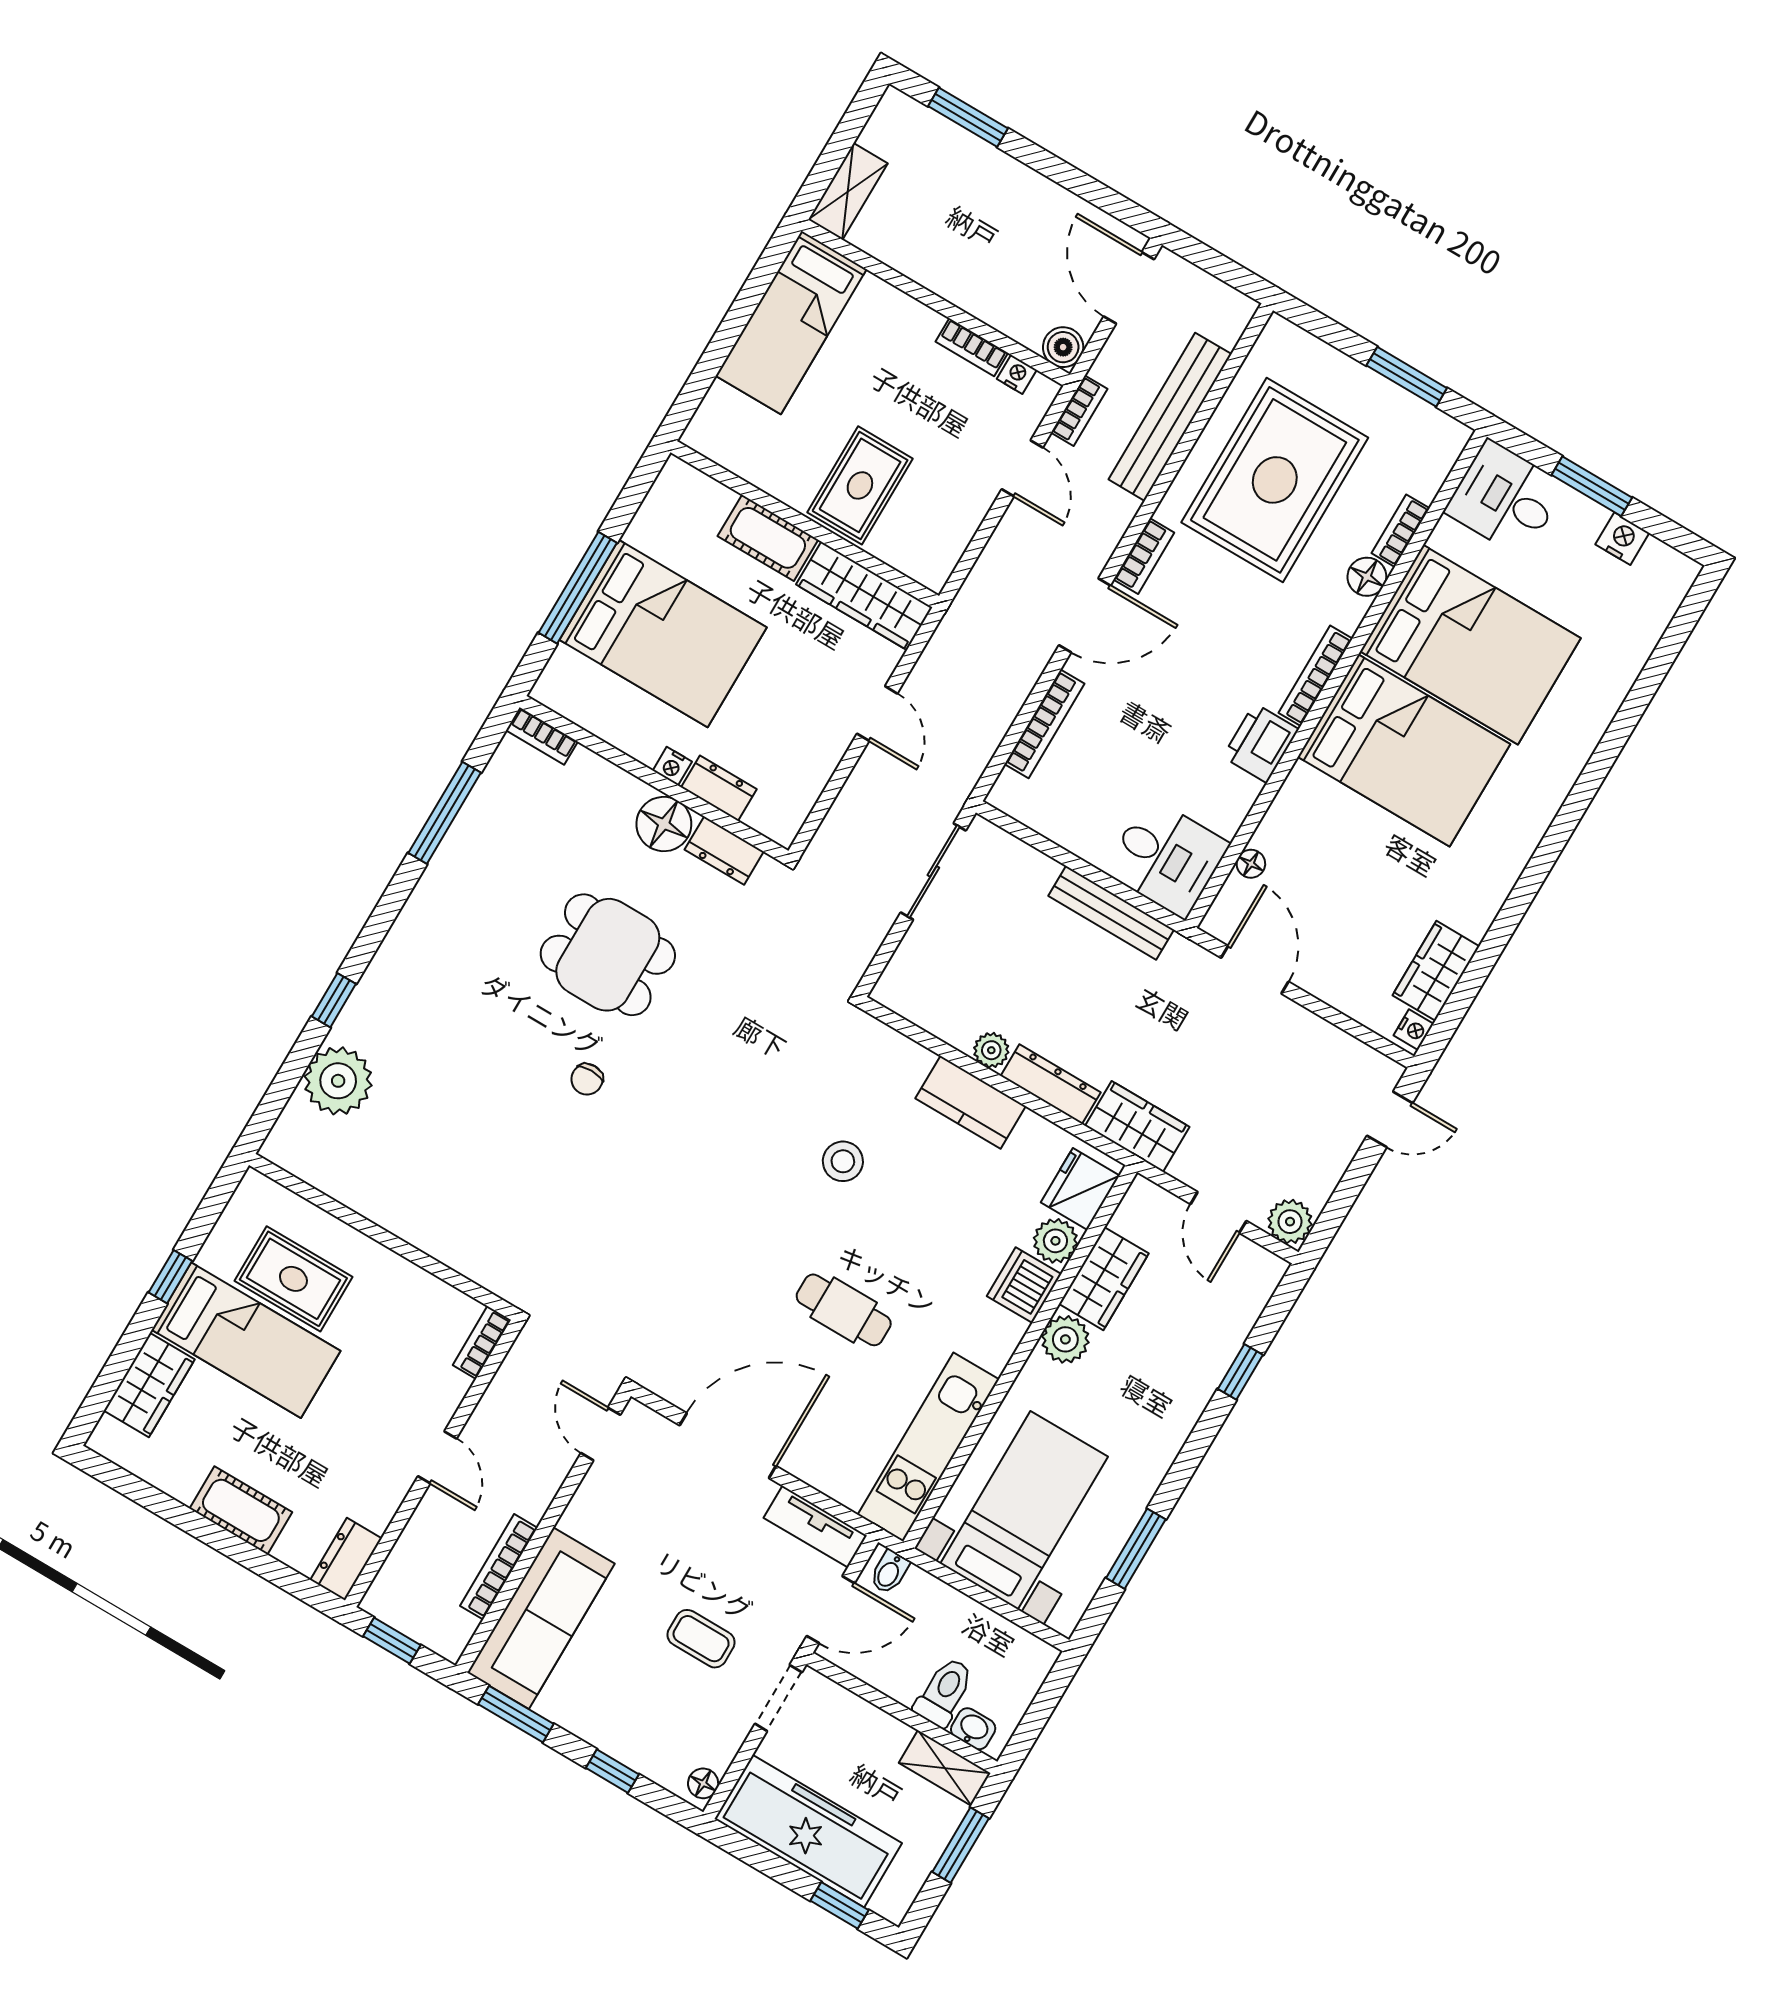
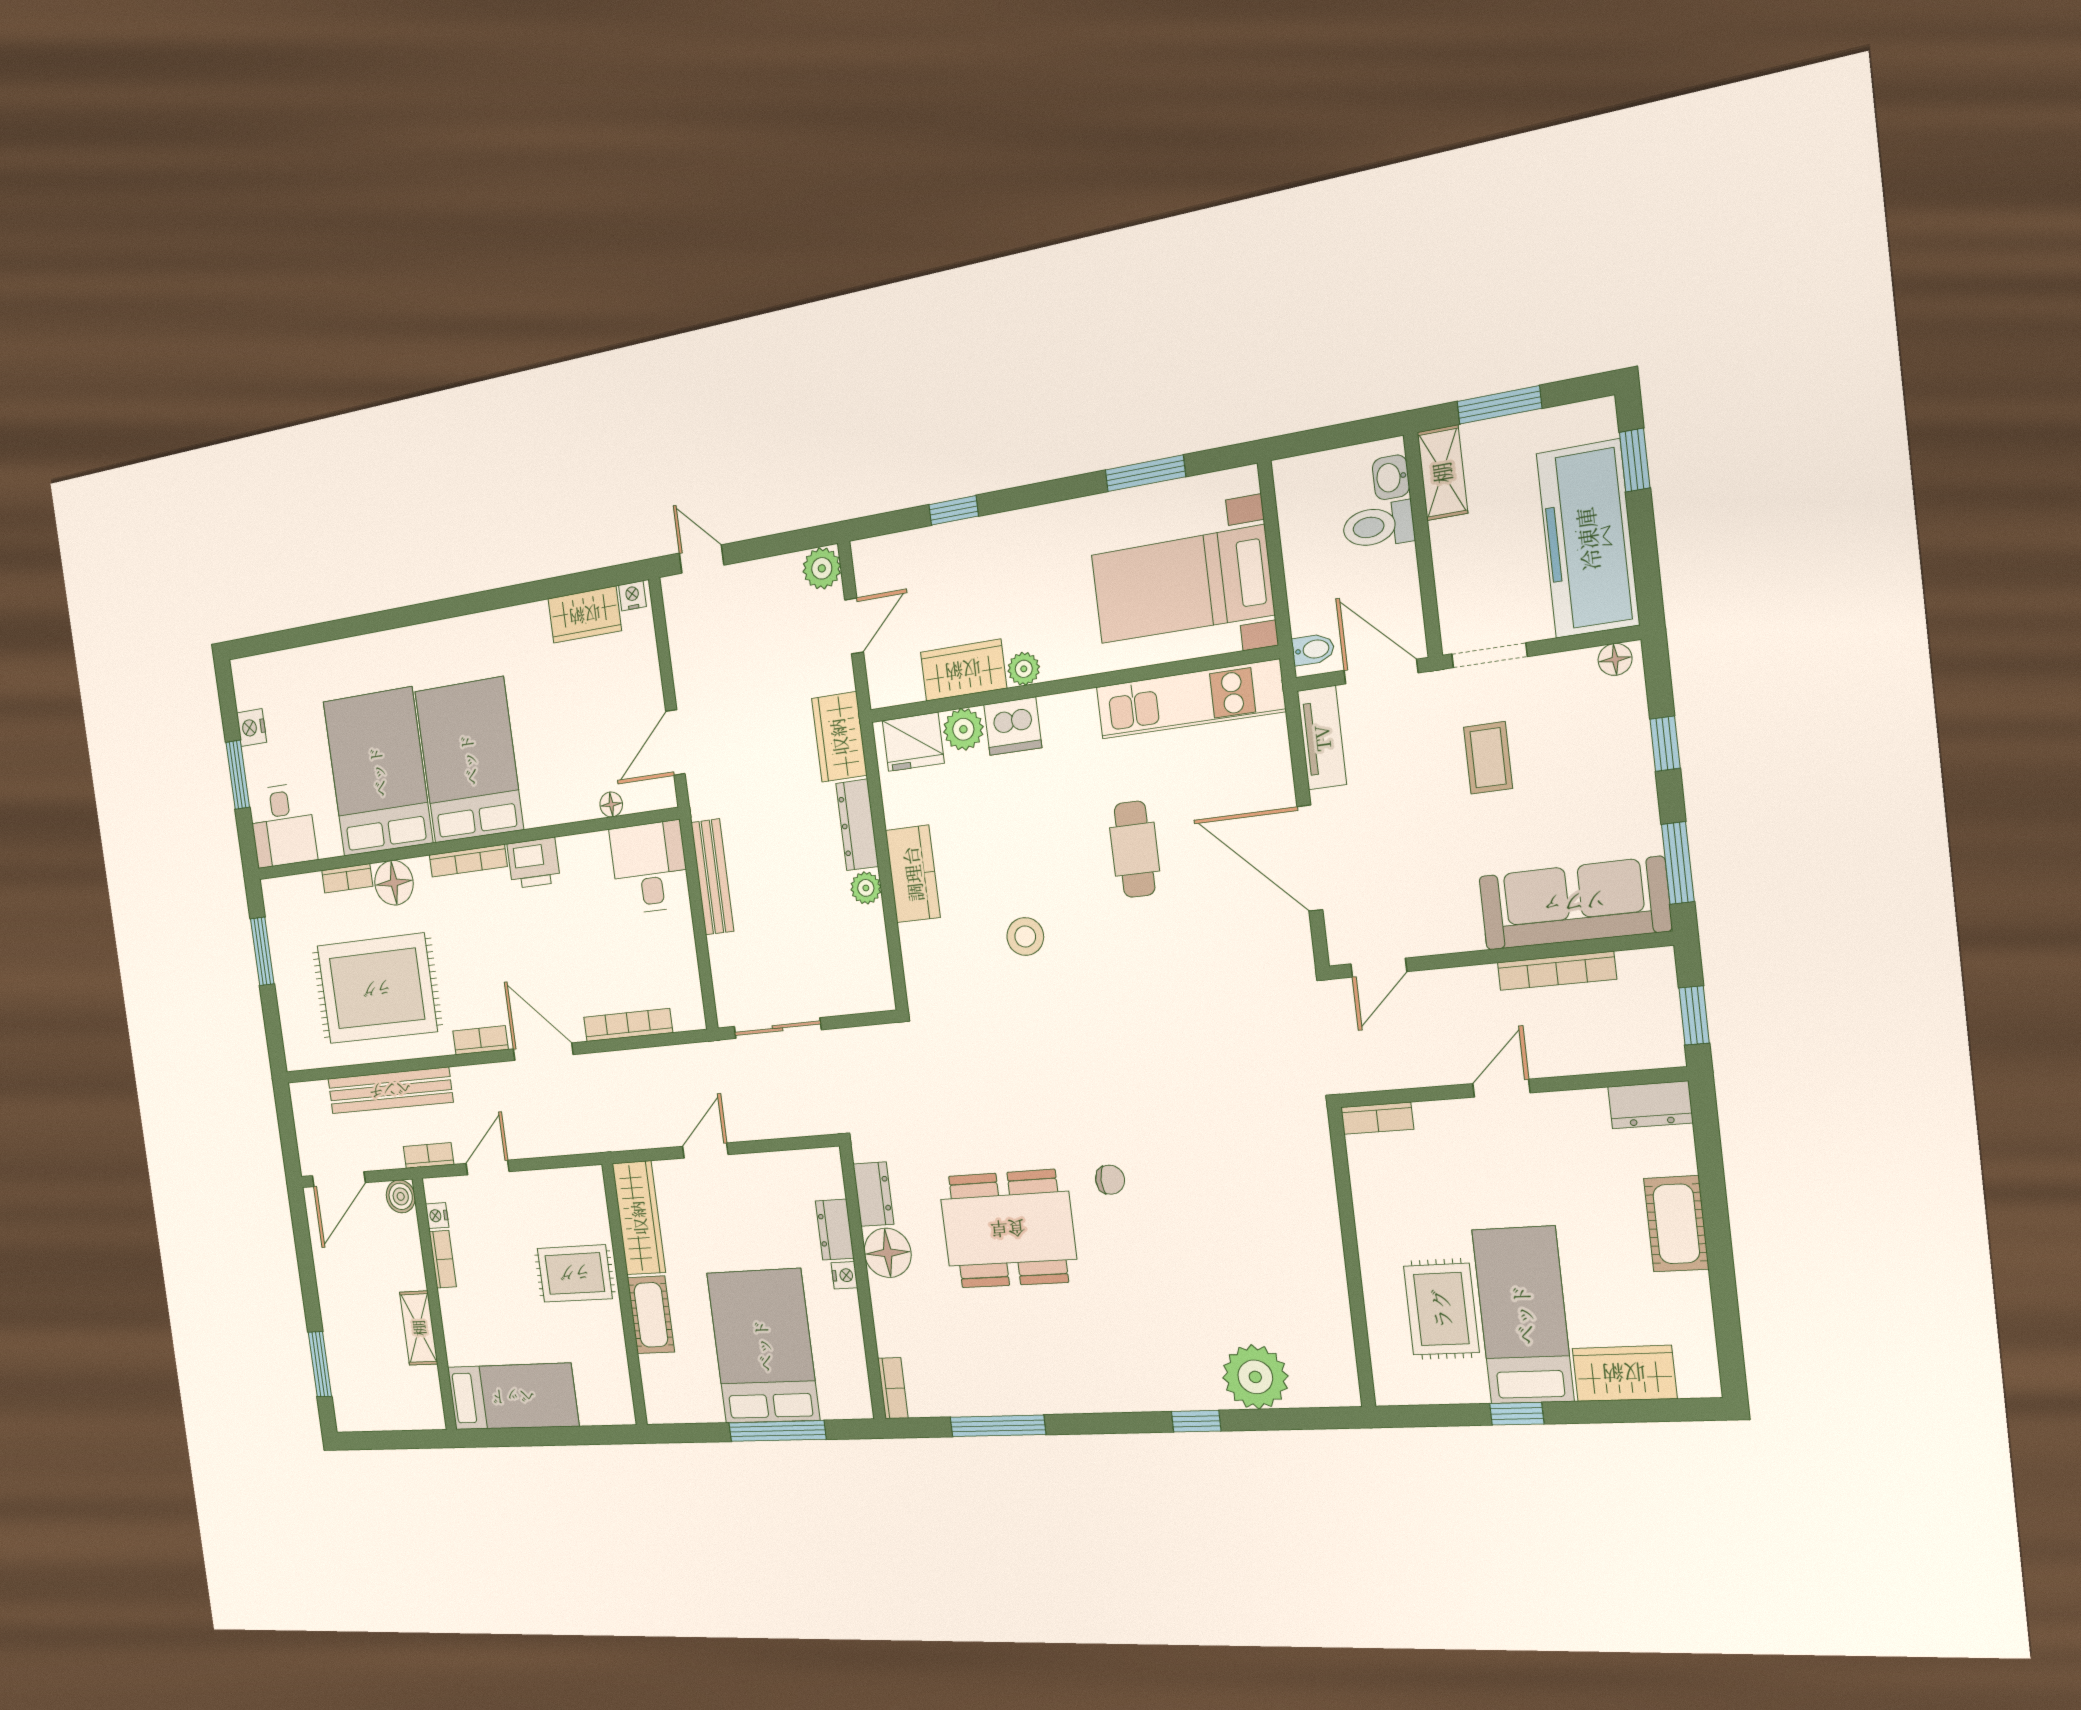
shelving: (848, 191) -> (419, 1328), moved, turned 90
floor lamp: (1367, 577) -> (394, 883), width x1.38, depth x1.38
dining table: (608, 955) -> (1008, 1229), width x1.38
plant: (1065, 1339) -> (1024, 669), width x0.73, depth x0.73

